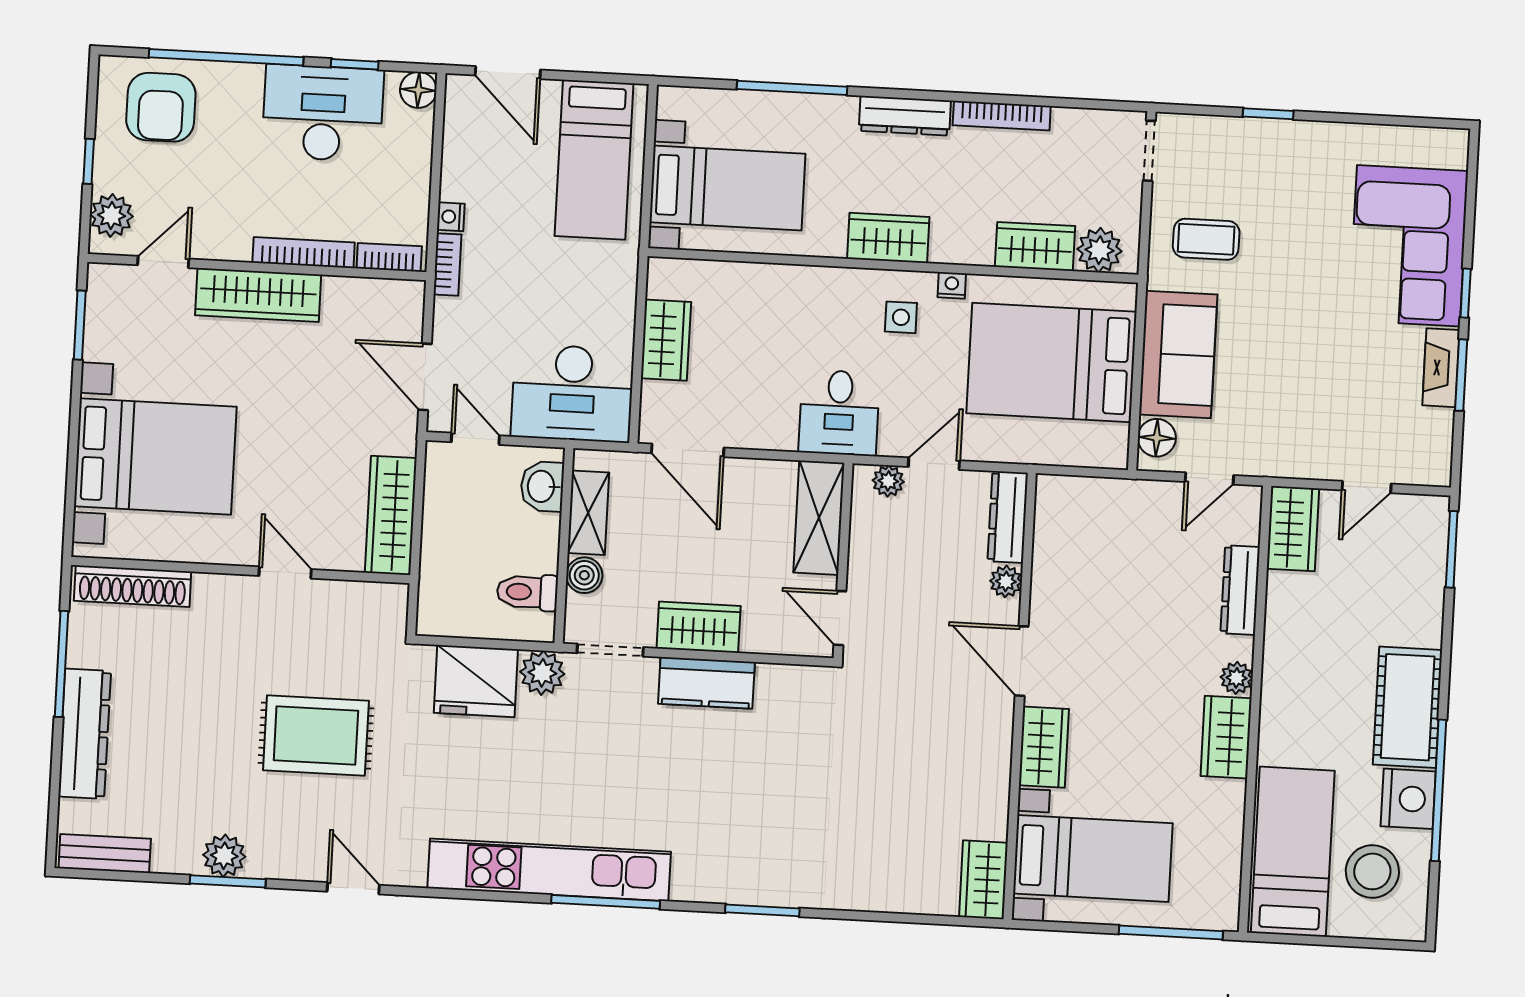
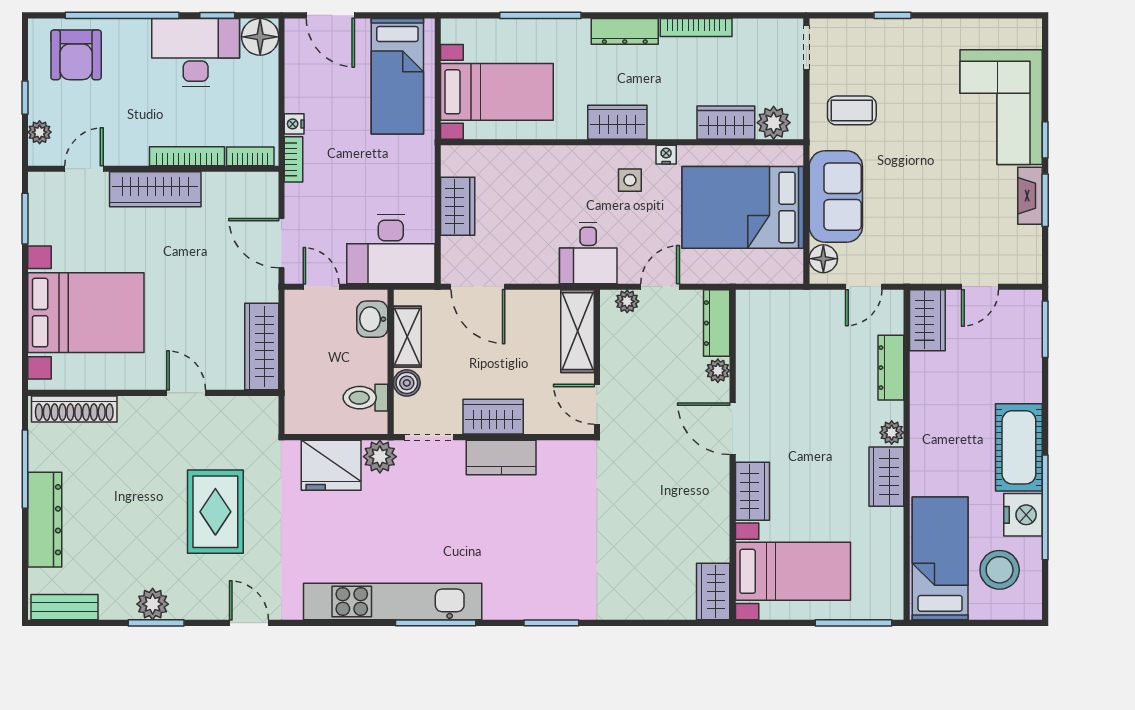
floor lamp: (418, 90) -> (260, 37), width x1.38, depth x1.38
plant: (111, 215) -> (40, 132), width x0.73, depth x0.73
rug: (316, 735) -> (215, 512), turned 90

